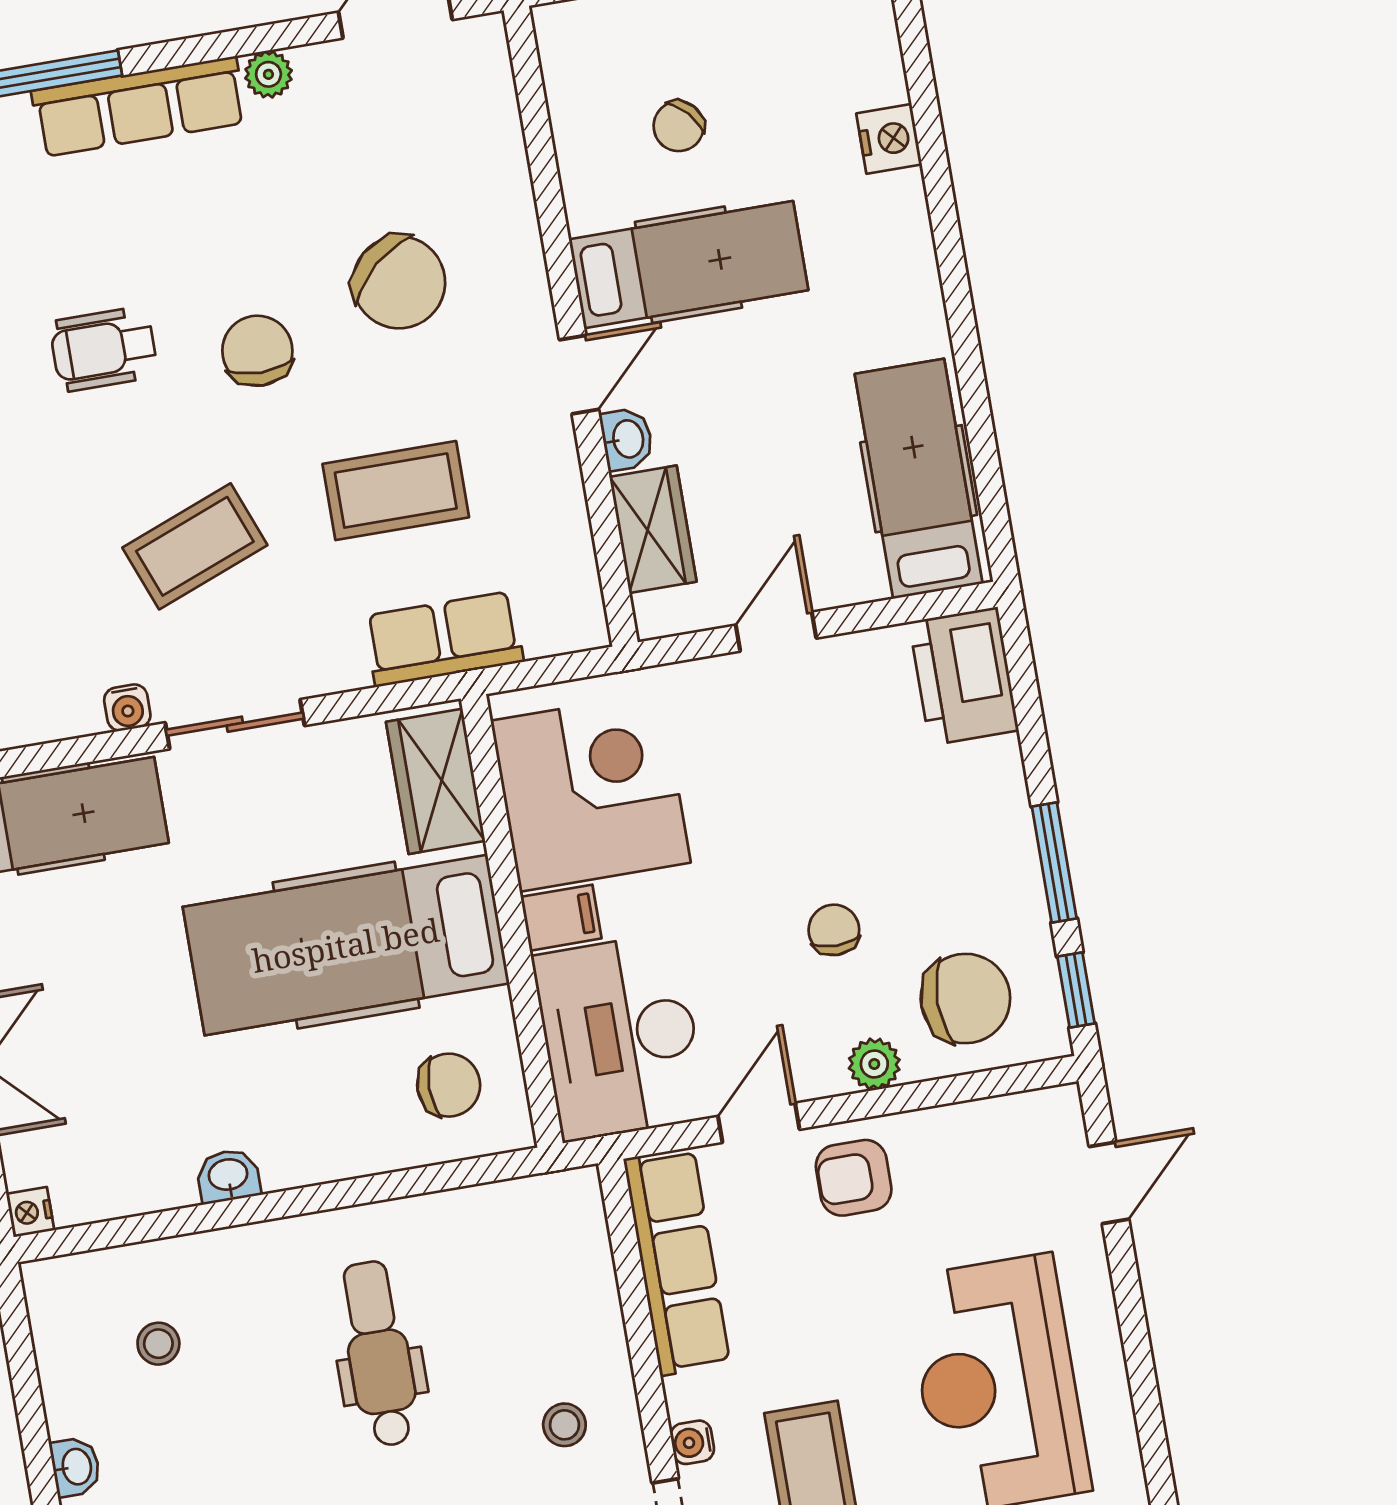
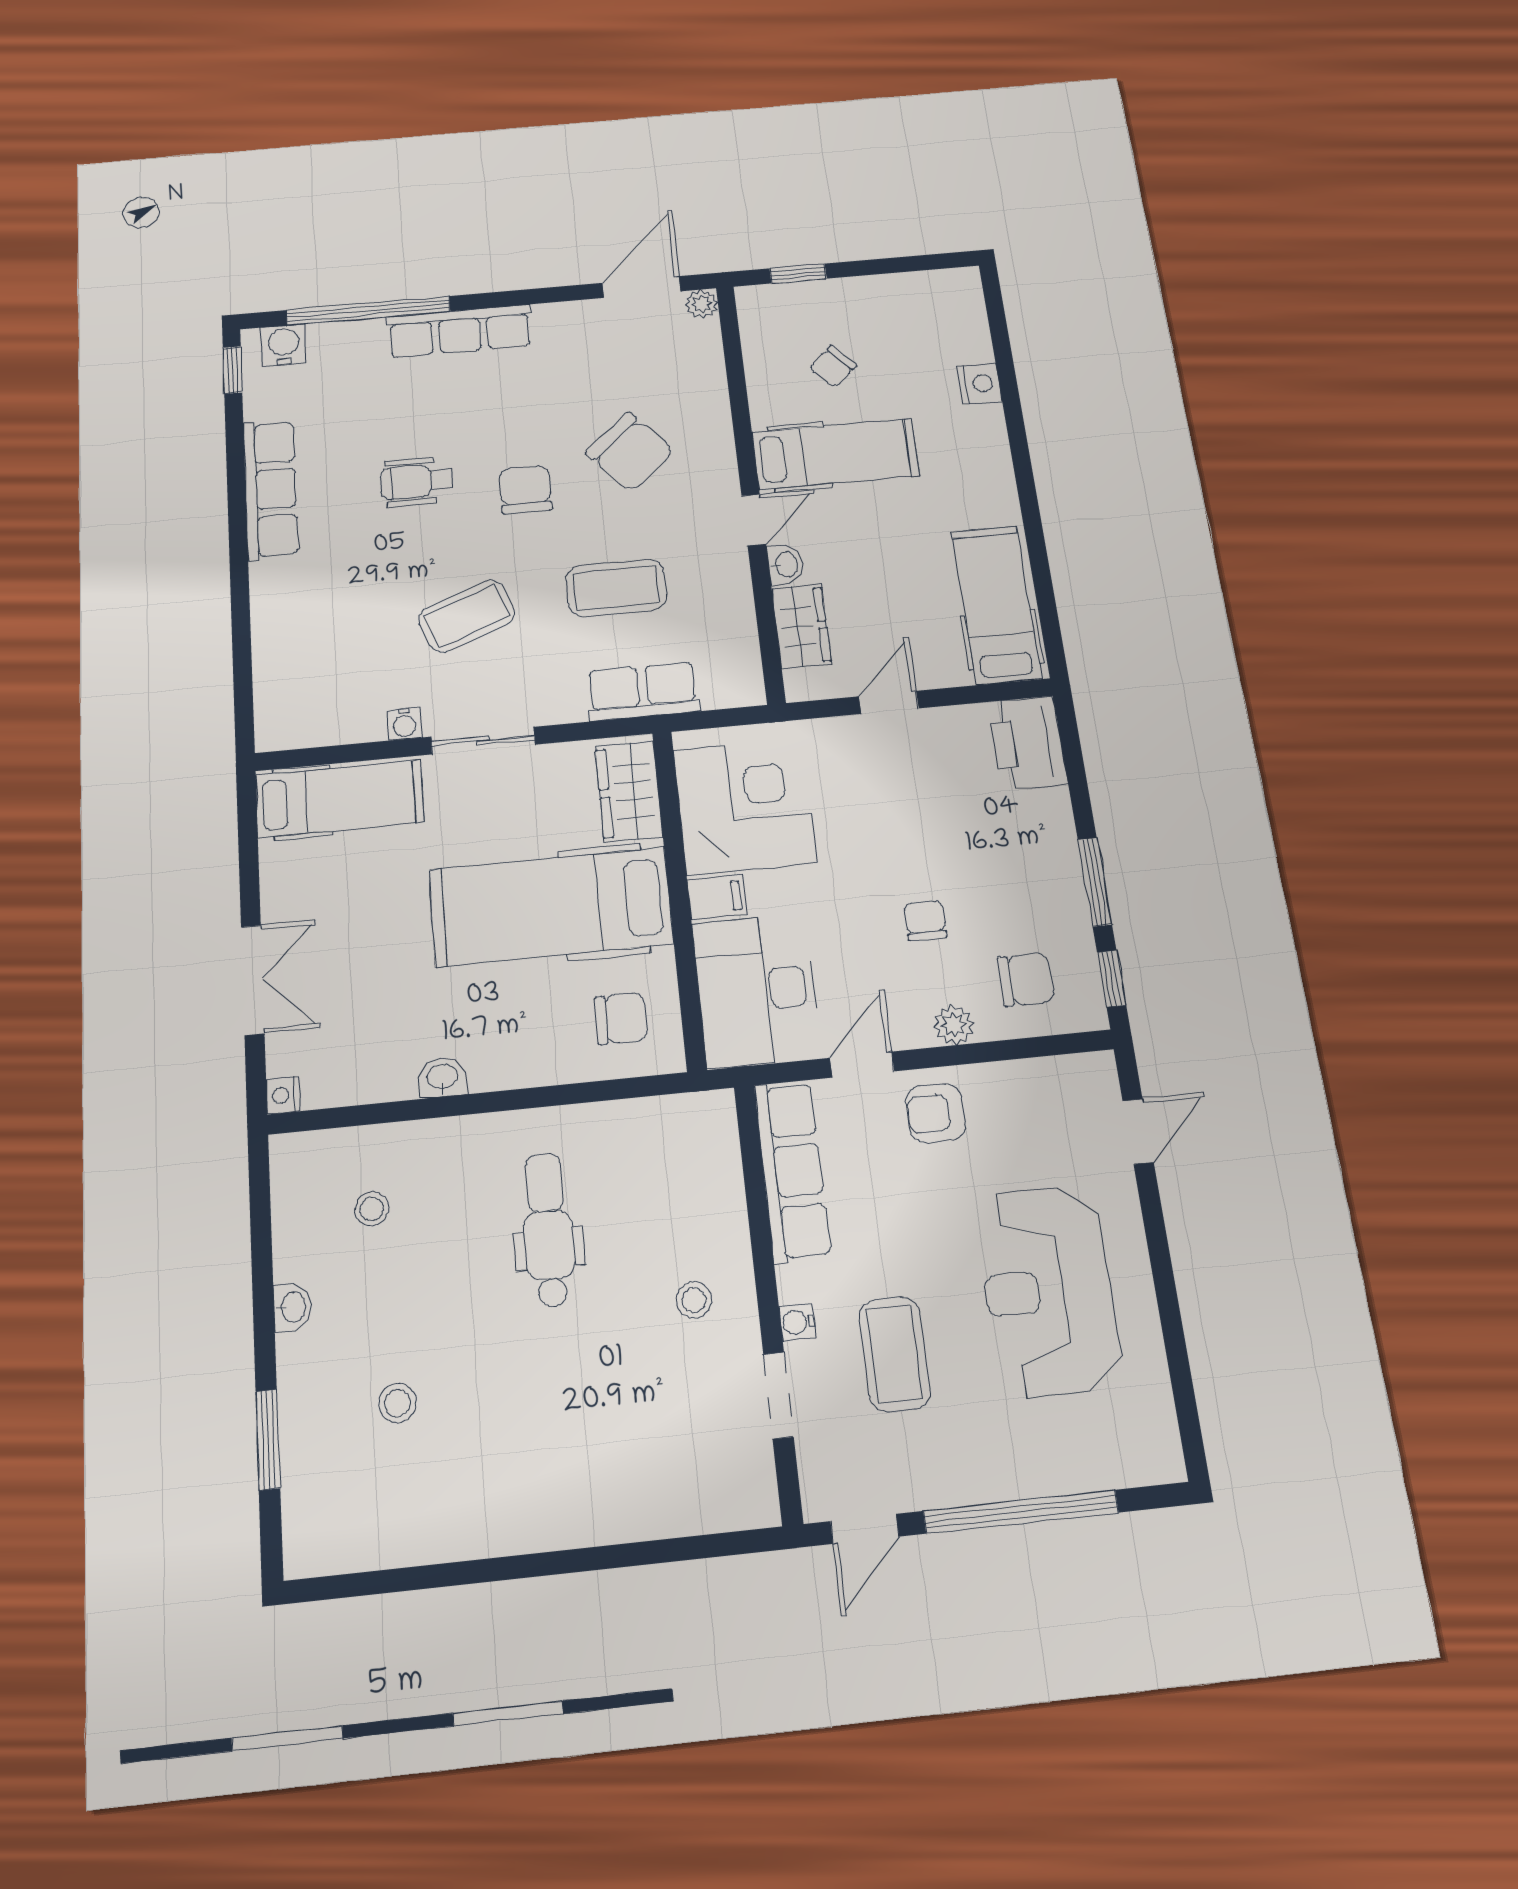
plant: (268, 74) -> (702, 304), moved
chair: (965, 998) -> (1026, 979), width x0.73, depth x0.73

